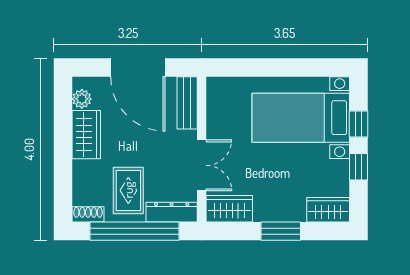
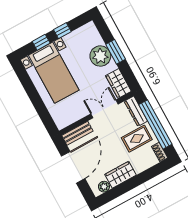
plant: (287, 204) -> (100, 56), added
wardrobe: (328, 210) -> (92, 34), removed

